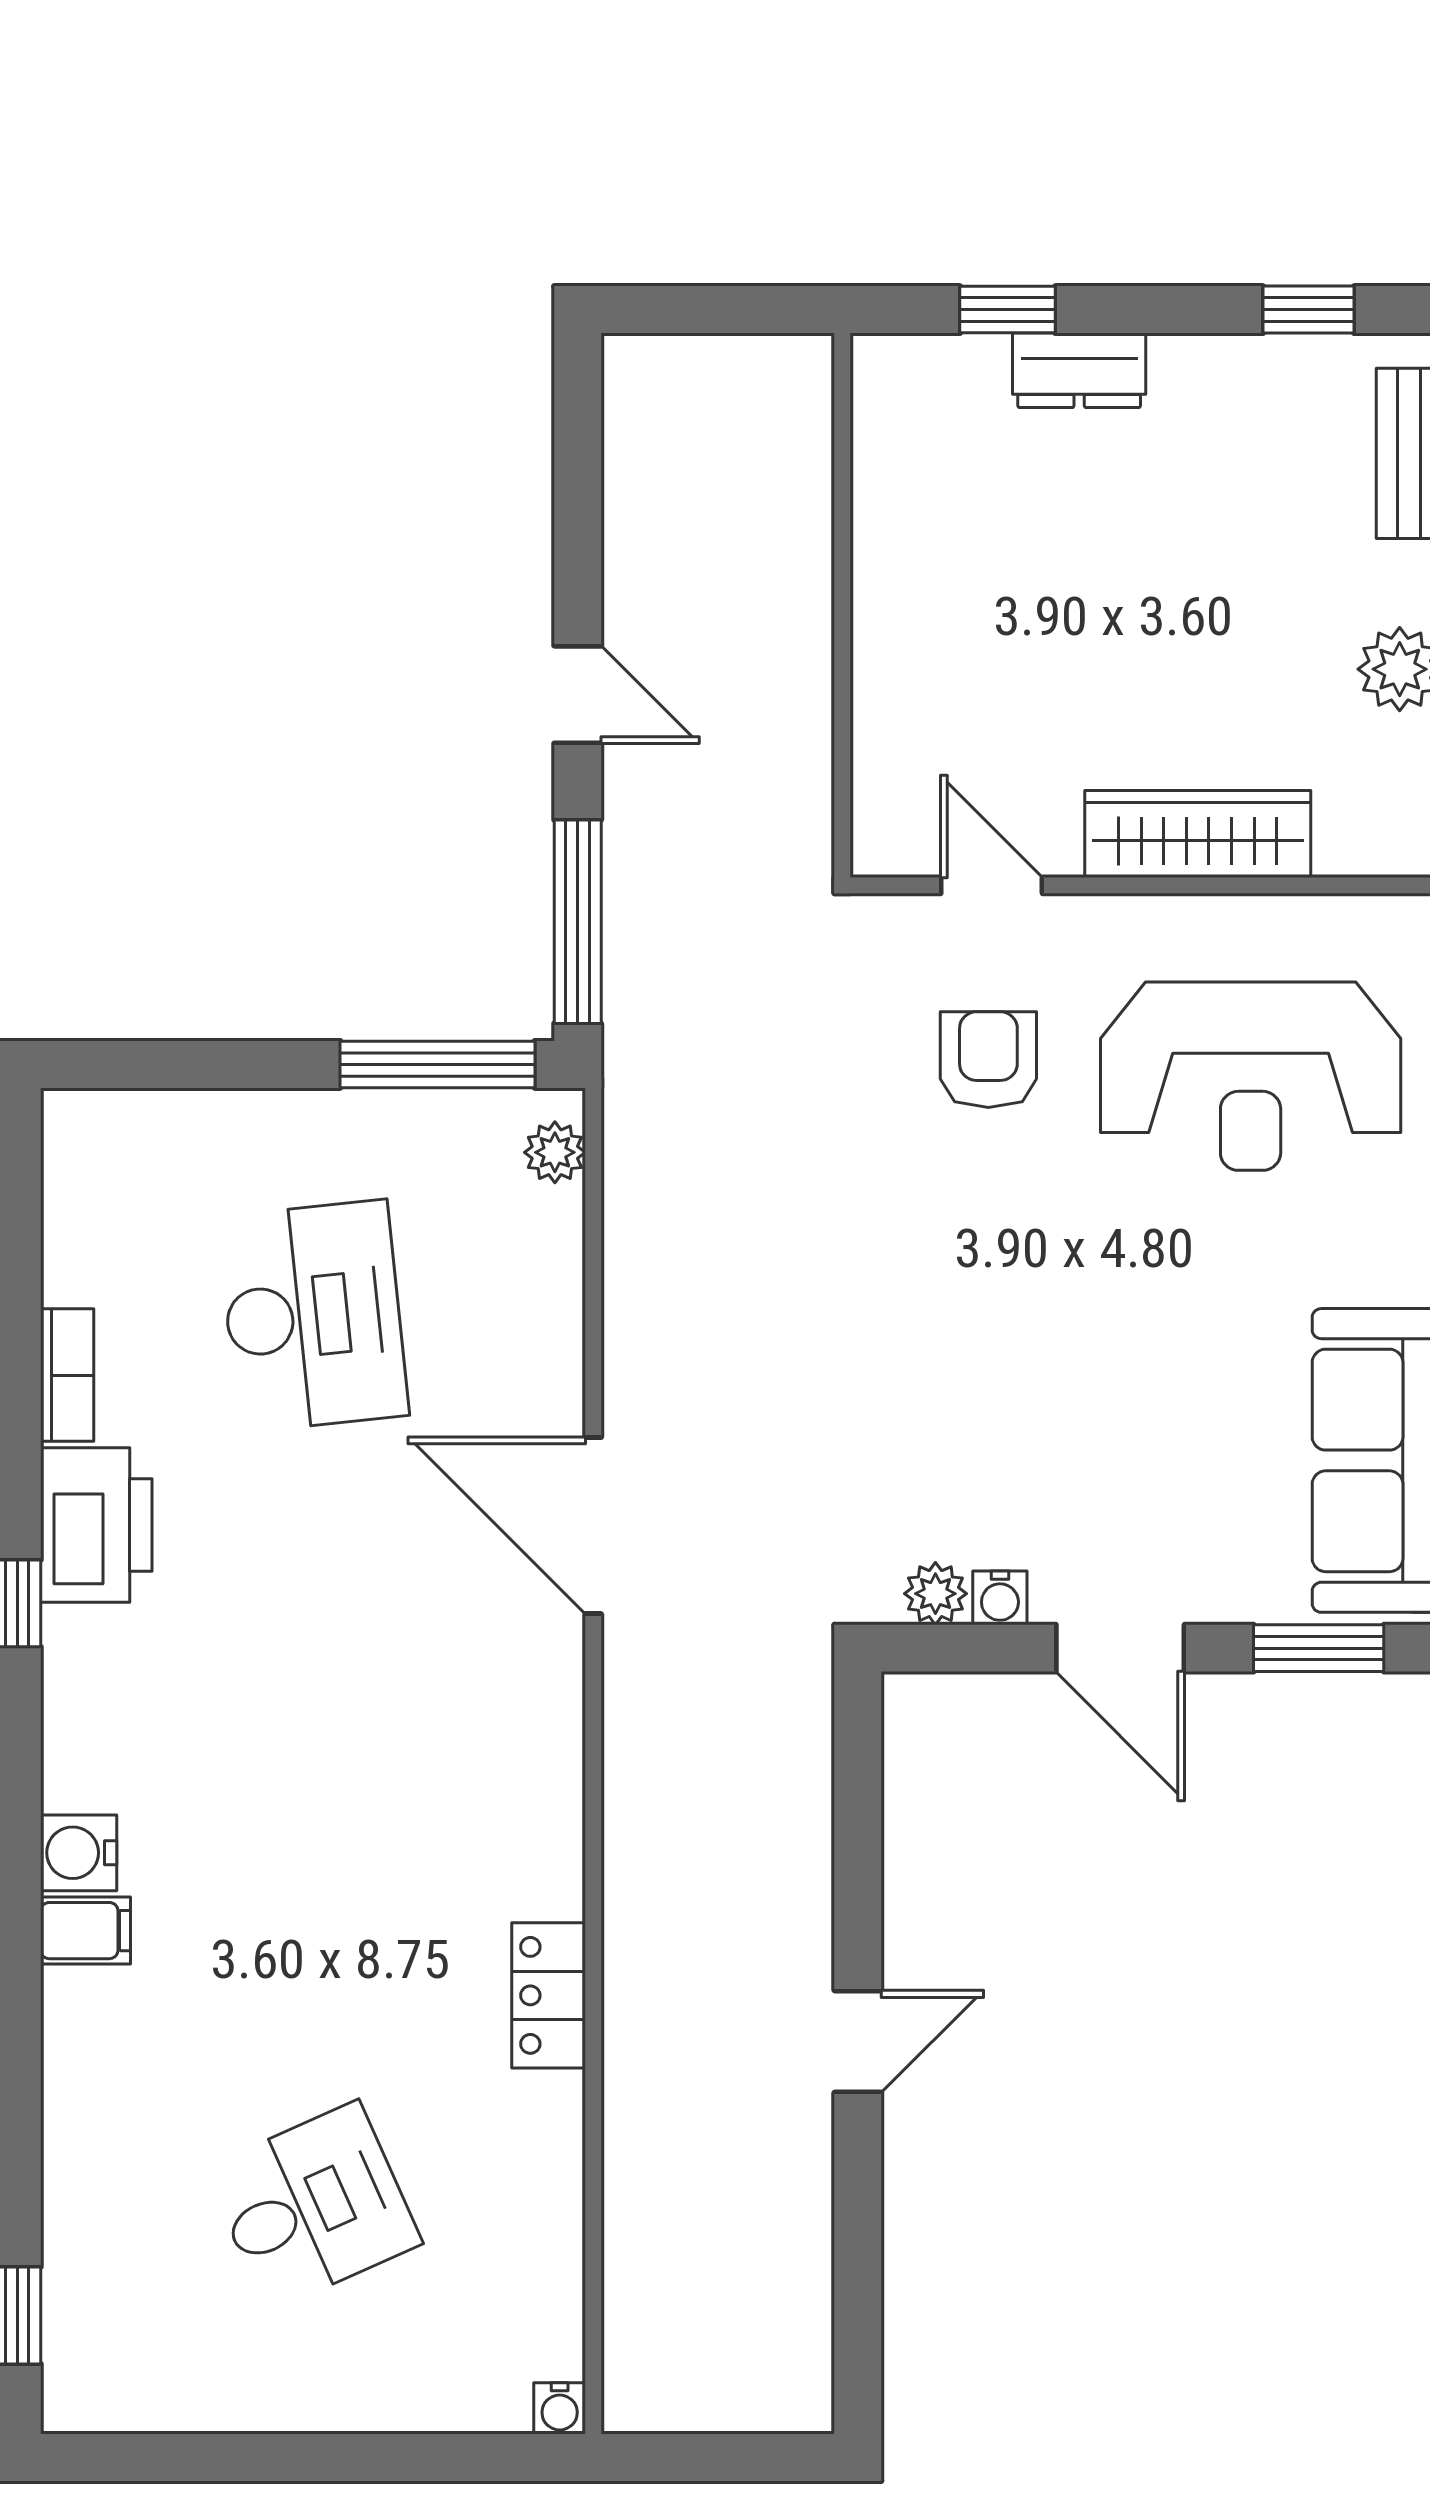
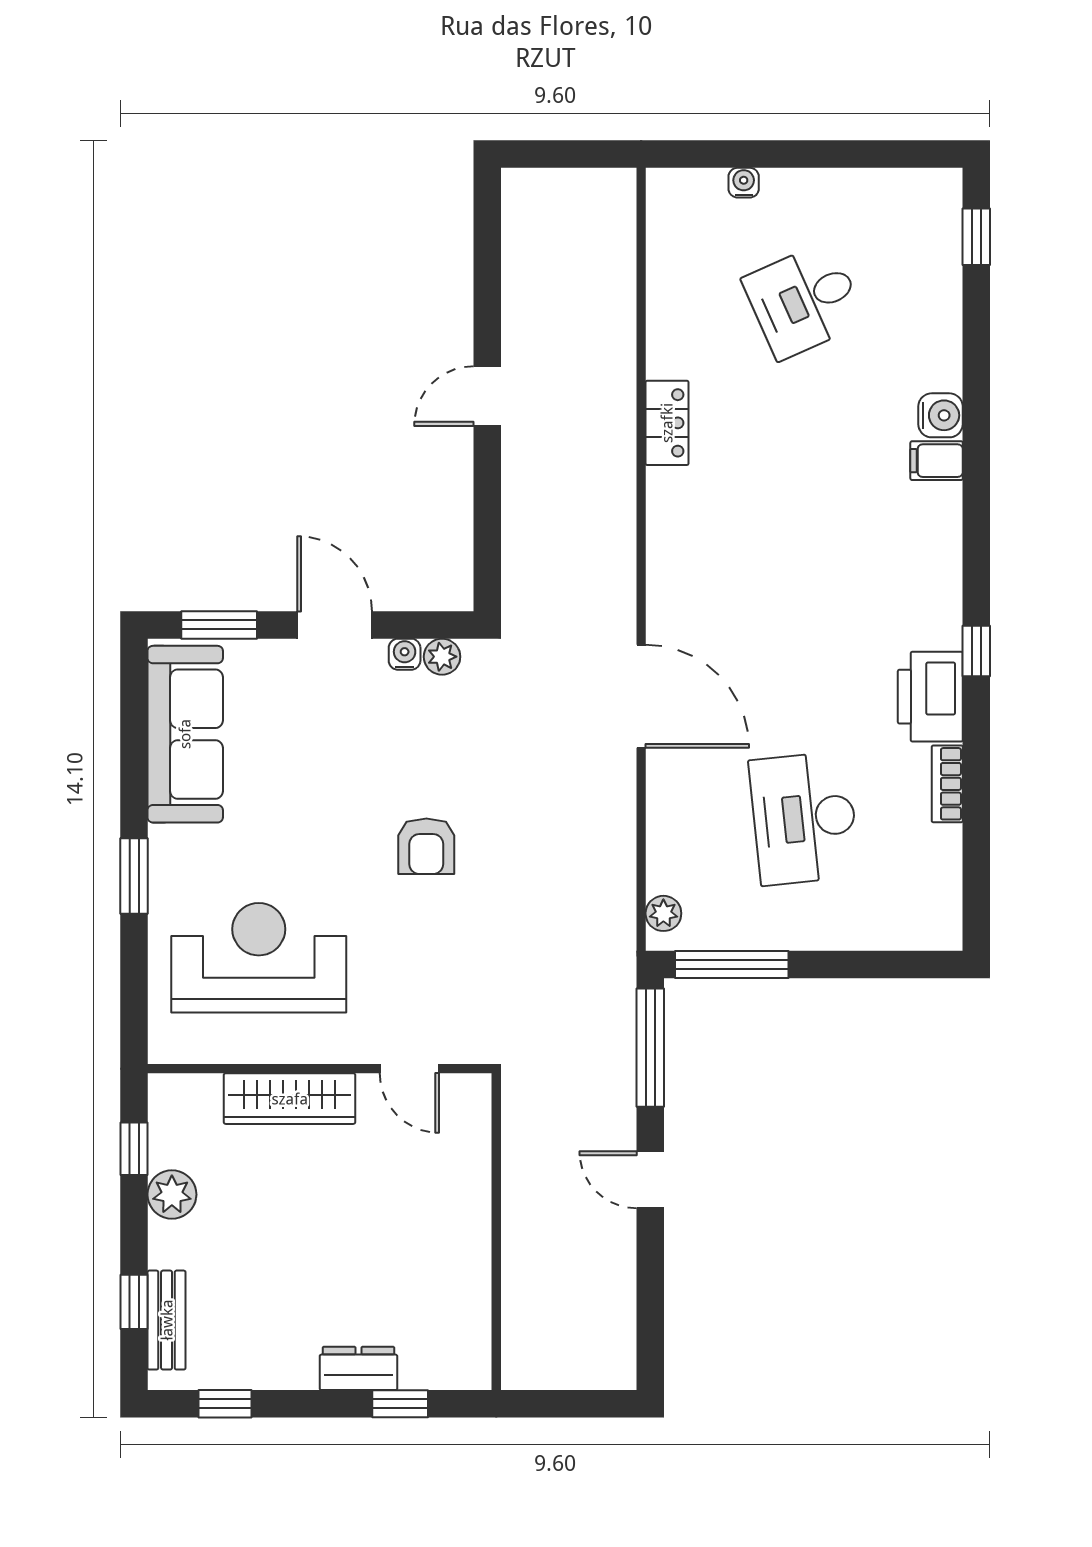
armchair: (988, 1060) -> (426, 846), moved
water cooler: (79, 1853) -> (941, 415), moved
water cooler: (560, 2408) -> (744, 183), moved

